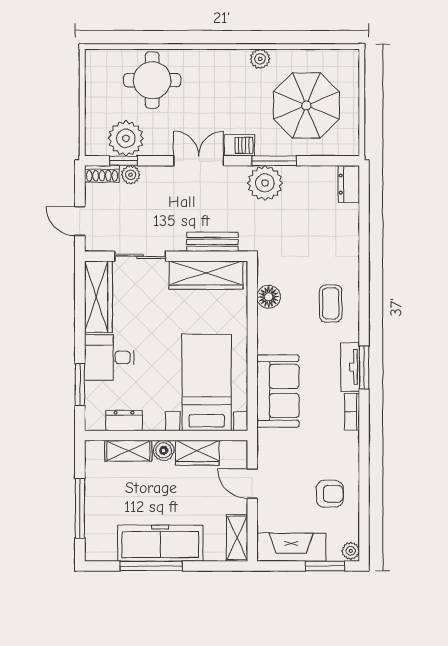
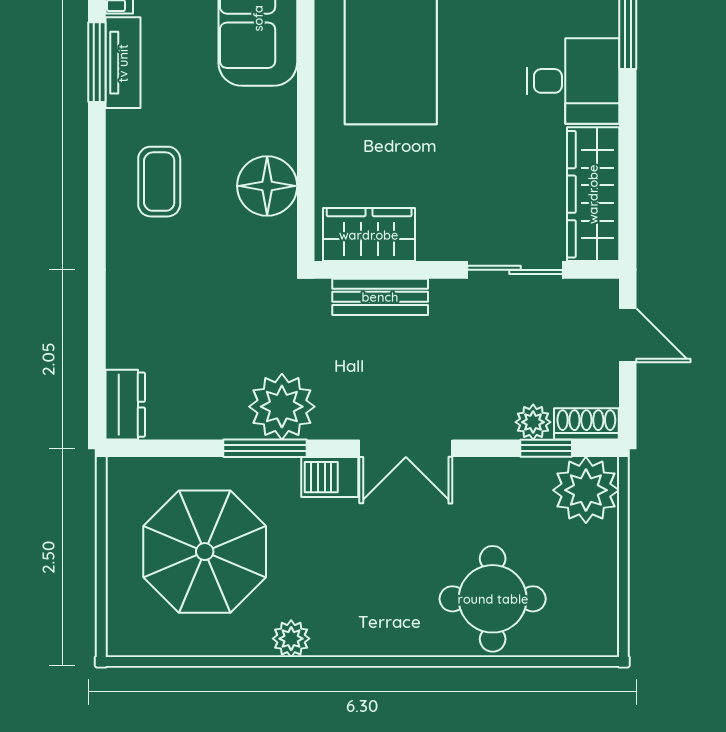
plant: (126, 138) -> (586, 490), moved
wardrobe: (206, 275) -> (369, 235), width x0.67
floor lamp: (269, 297) -> (267, 186), width x1.38, depth x1.38

